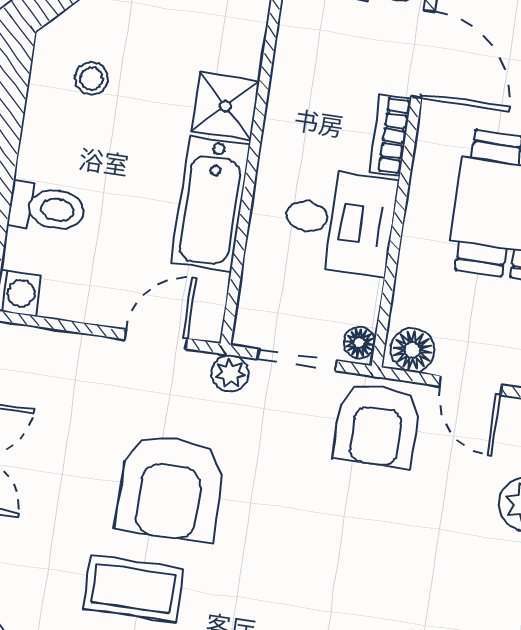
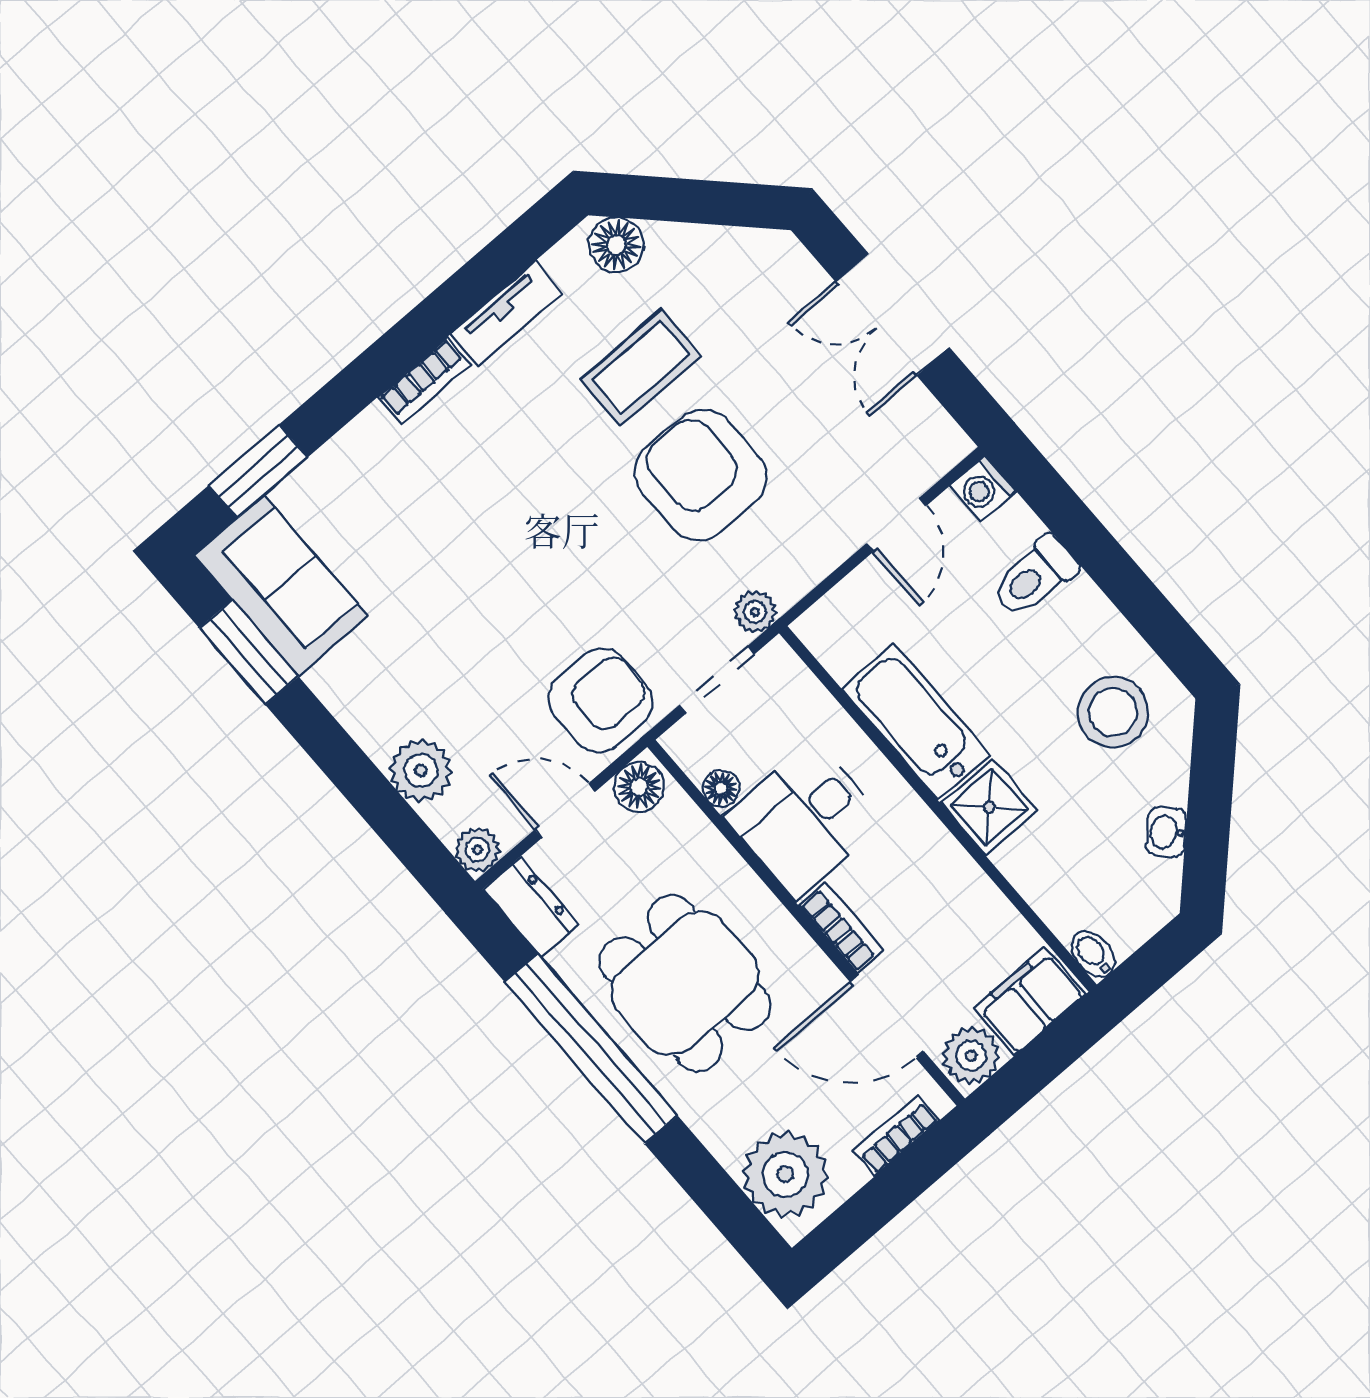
stool: (91, 79) -> (1113, 712), width x1.89, depth x1.89
door: (156, 339) -> (896, 525), moved
floor lamp: (359, 343) -> (721, 788), moved
armchair: (377, 425) -> (600, 700), turned 90

